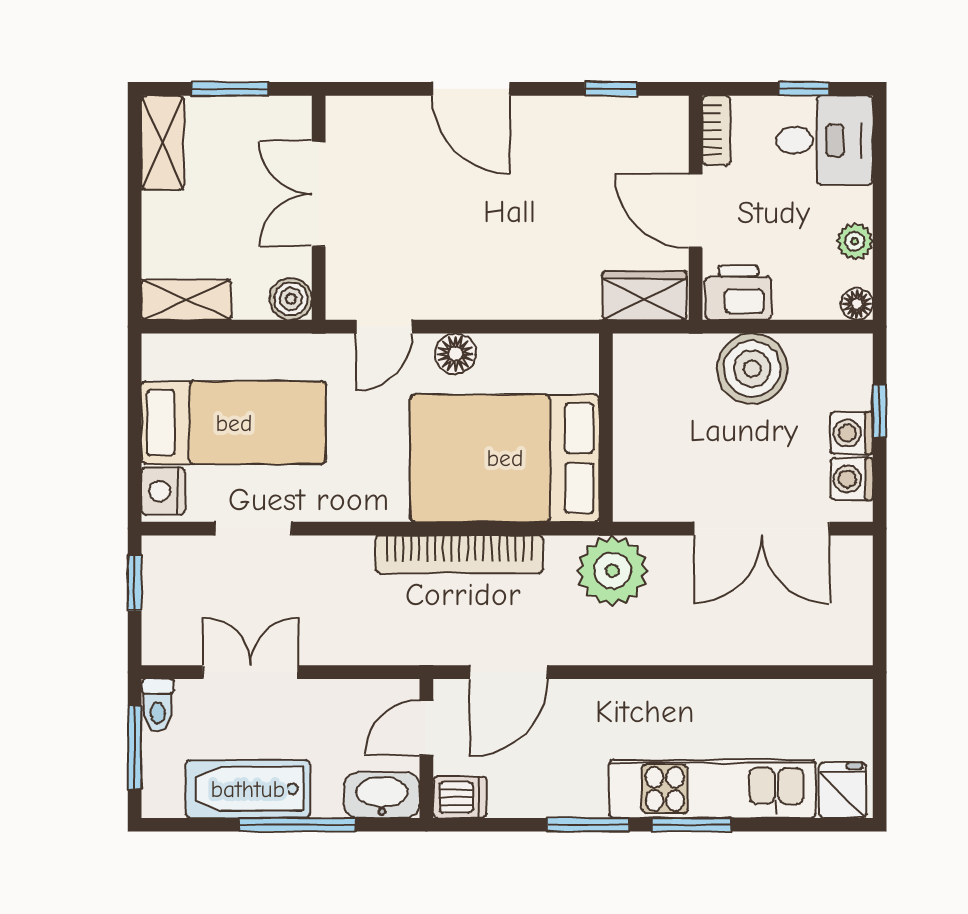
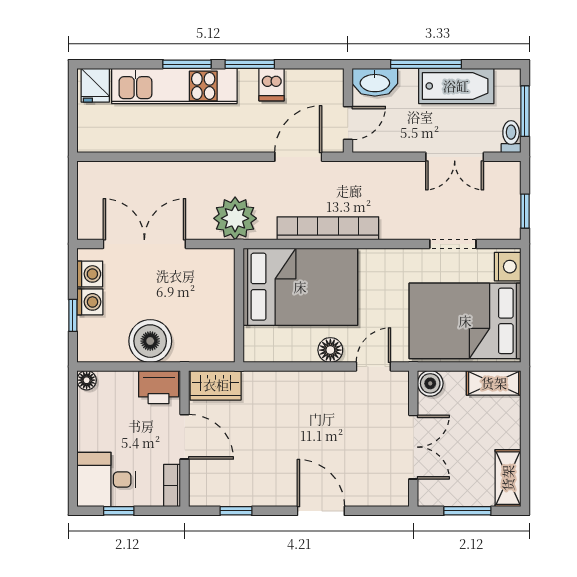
plant: (855, 241) -> (88, 418), removed
bed: (234, 423) -> (465, 321), width x1.50
dishwasher: (460, 797) -> (272, 85), moved, turned -90

